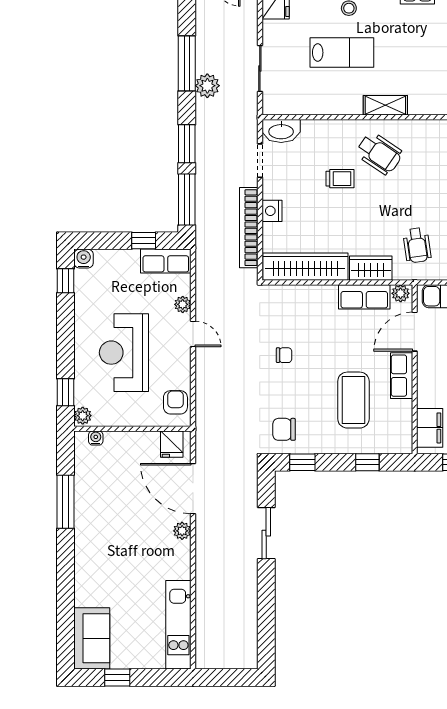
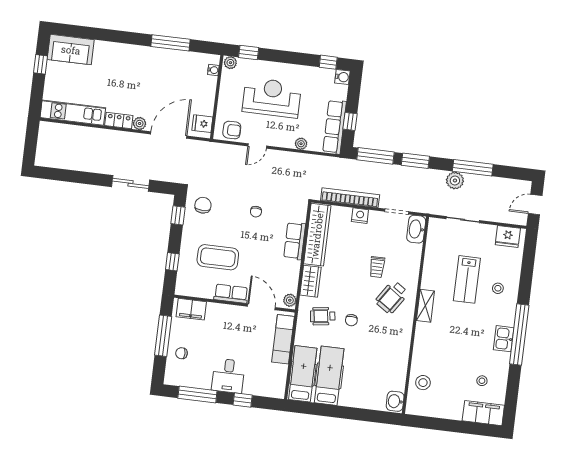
chair: (418, 205) -> (351, 320), added
row of seats: (166, 261) -> (335, 127), width x1.48
row of seats: (364, 297) -> (295, 241), moved
door: (193, 334) -> (257, 146), moved
locker: (182, 560) -> (119, 121), added

